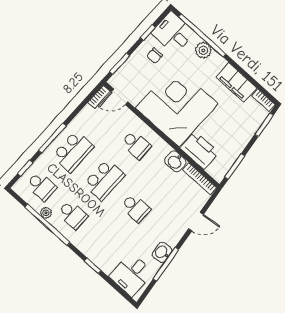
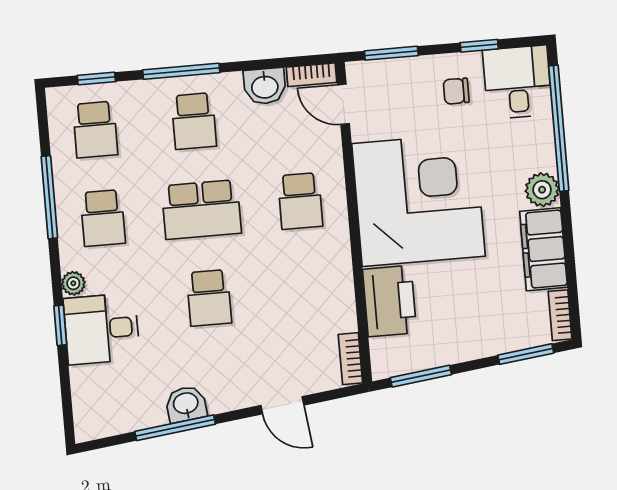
plant: (203, 50) -> (542, 190), moved
school desk: (73, 151) -> (194, 121), width x0.54
washbasin: (175, 161) -> (265, 86), moved, turned -90
bookcase: (200, 179) -> (350, 359), width x0.64
plant: (46, 213) -> (73, 283), moved
window: (47, 225) -> (49, 197), width x0.68
desk: (131, 274) -> (101, 329), moved

